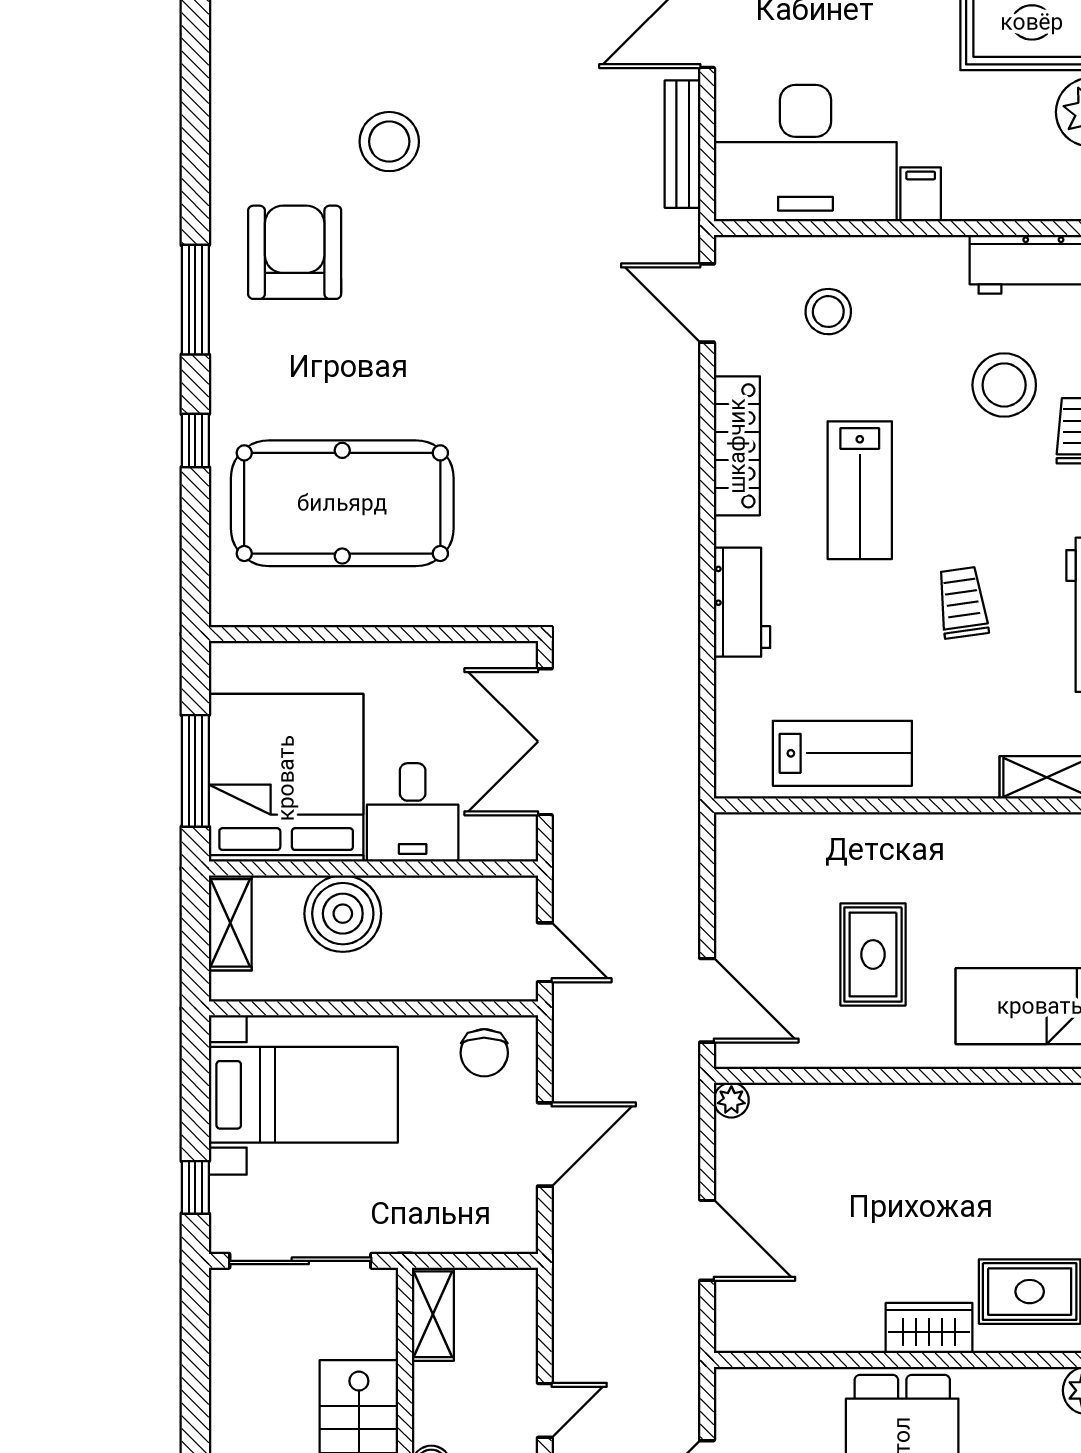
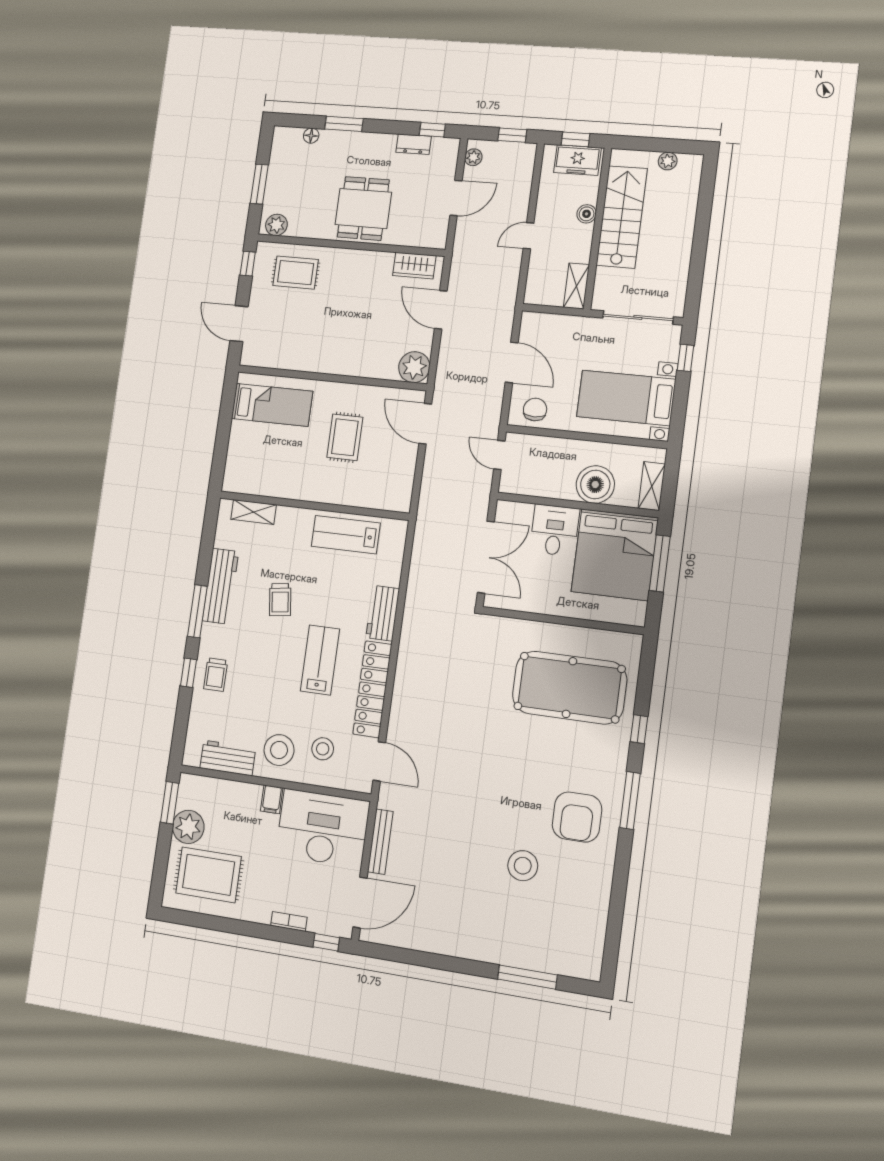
stool: (1004, 385) -> (279, 750), moved
locker: (737, 446) -> (372, 689), width x1.41, depth x1.21
plant: (731, 1100) -> (414, 367), width x1.87, depth x1.87
door: (545, 1144) -> (512, 362), swing flipped
wardrobe: (929, 1328) -> (414, 266), moved

